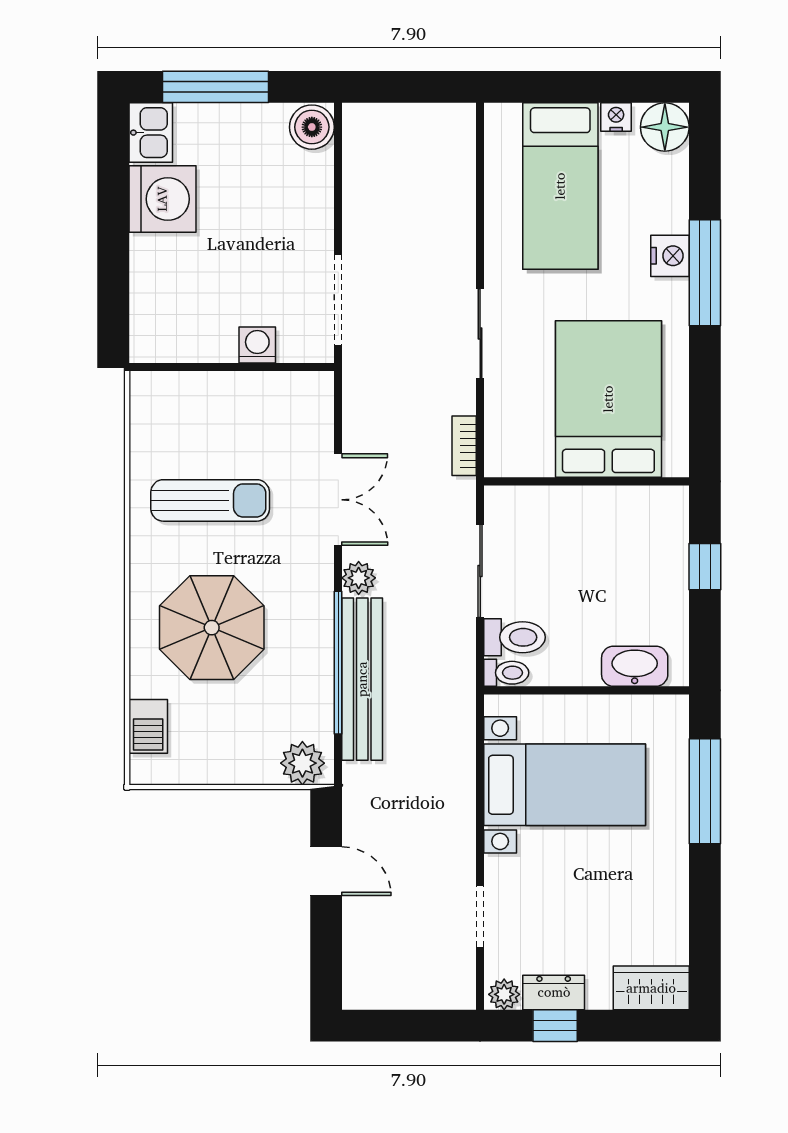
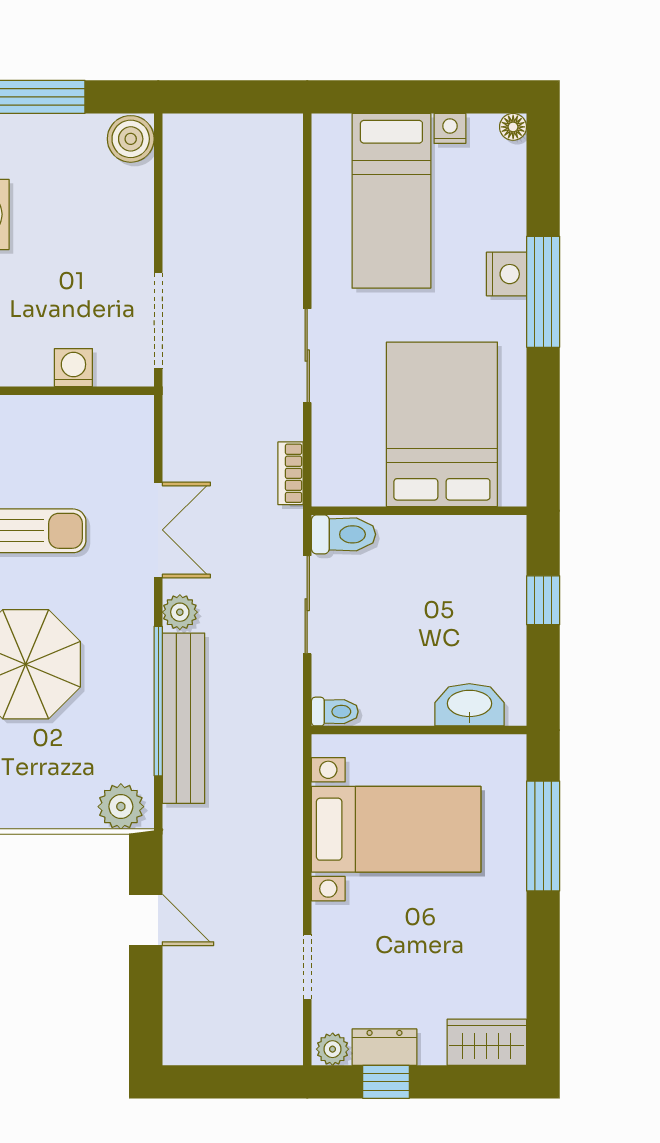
floor lamp: (665, 127) -> (513, 127), width x0.53, depth x0.53
toilet: (515, 637) -> (343, 534), moved

